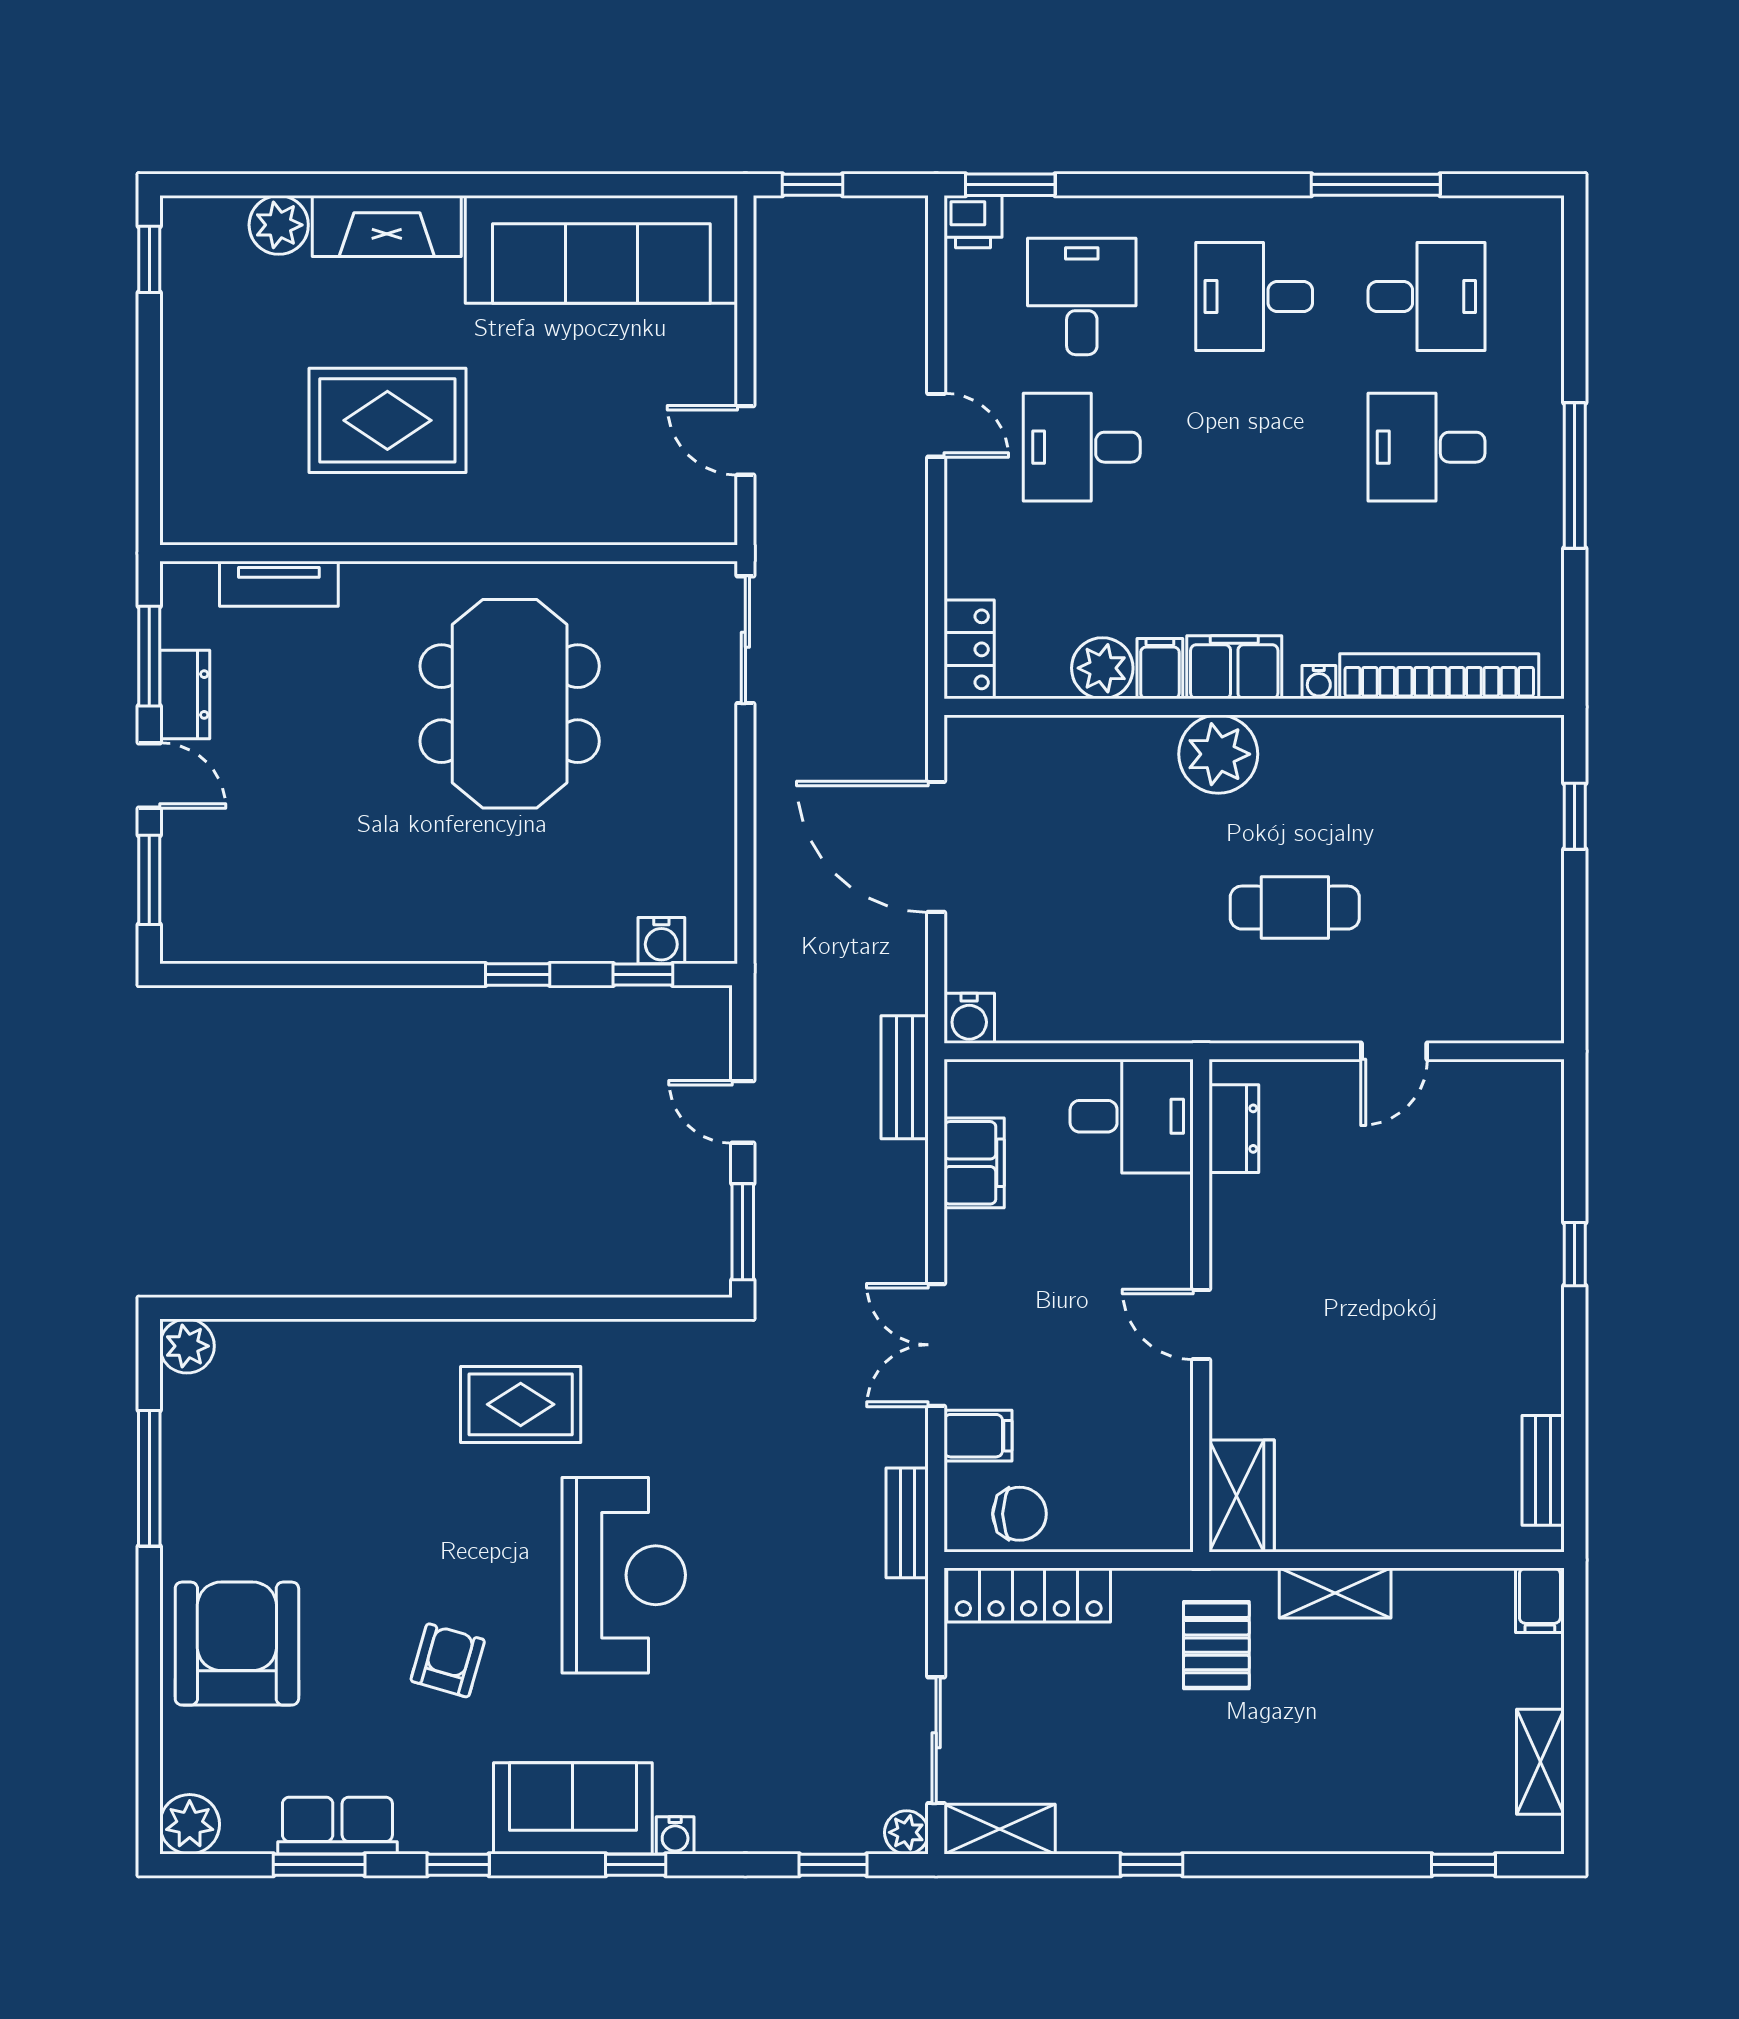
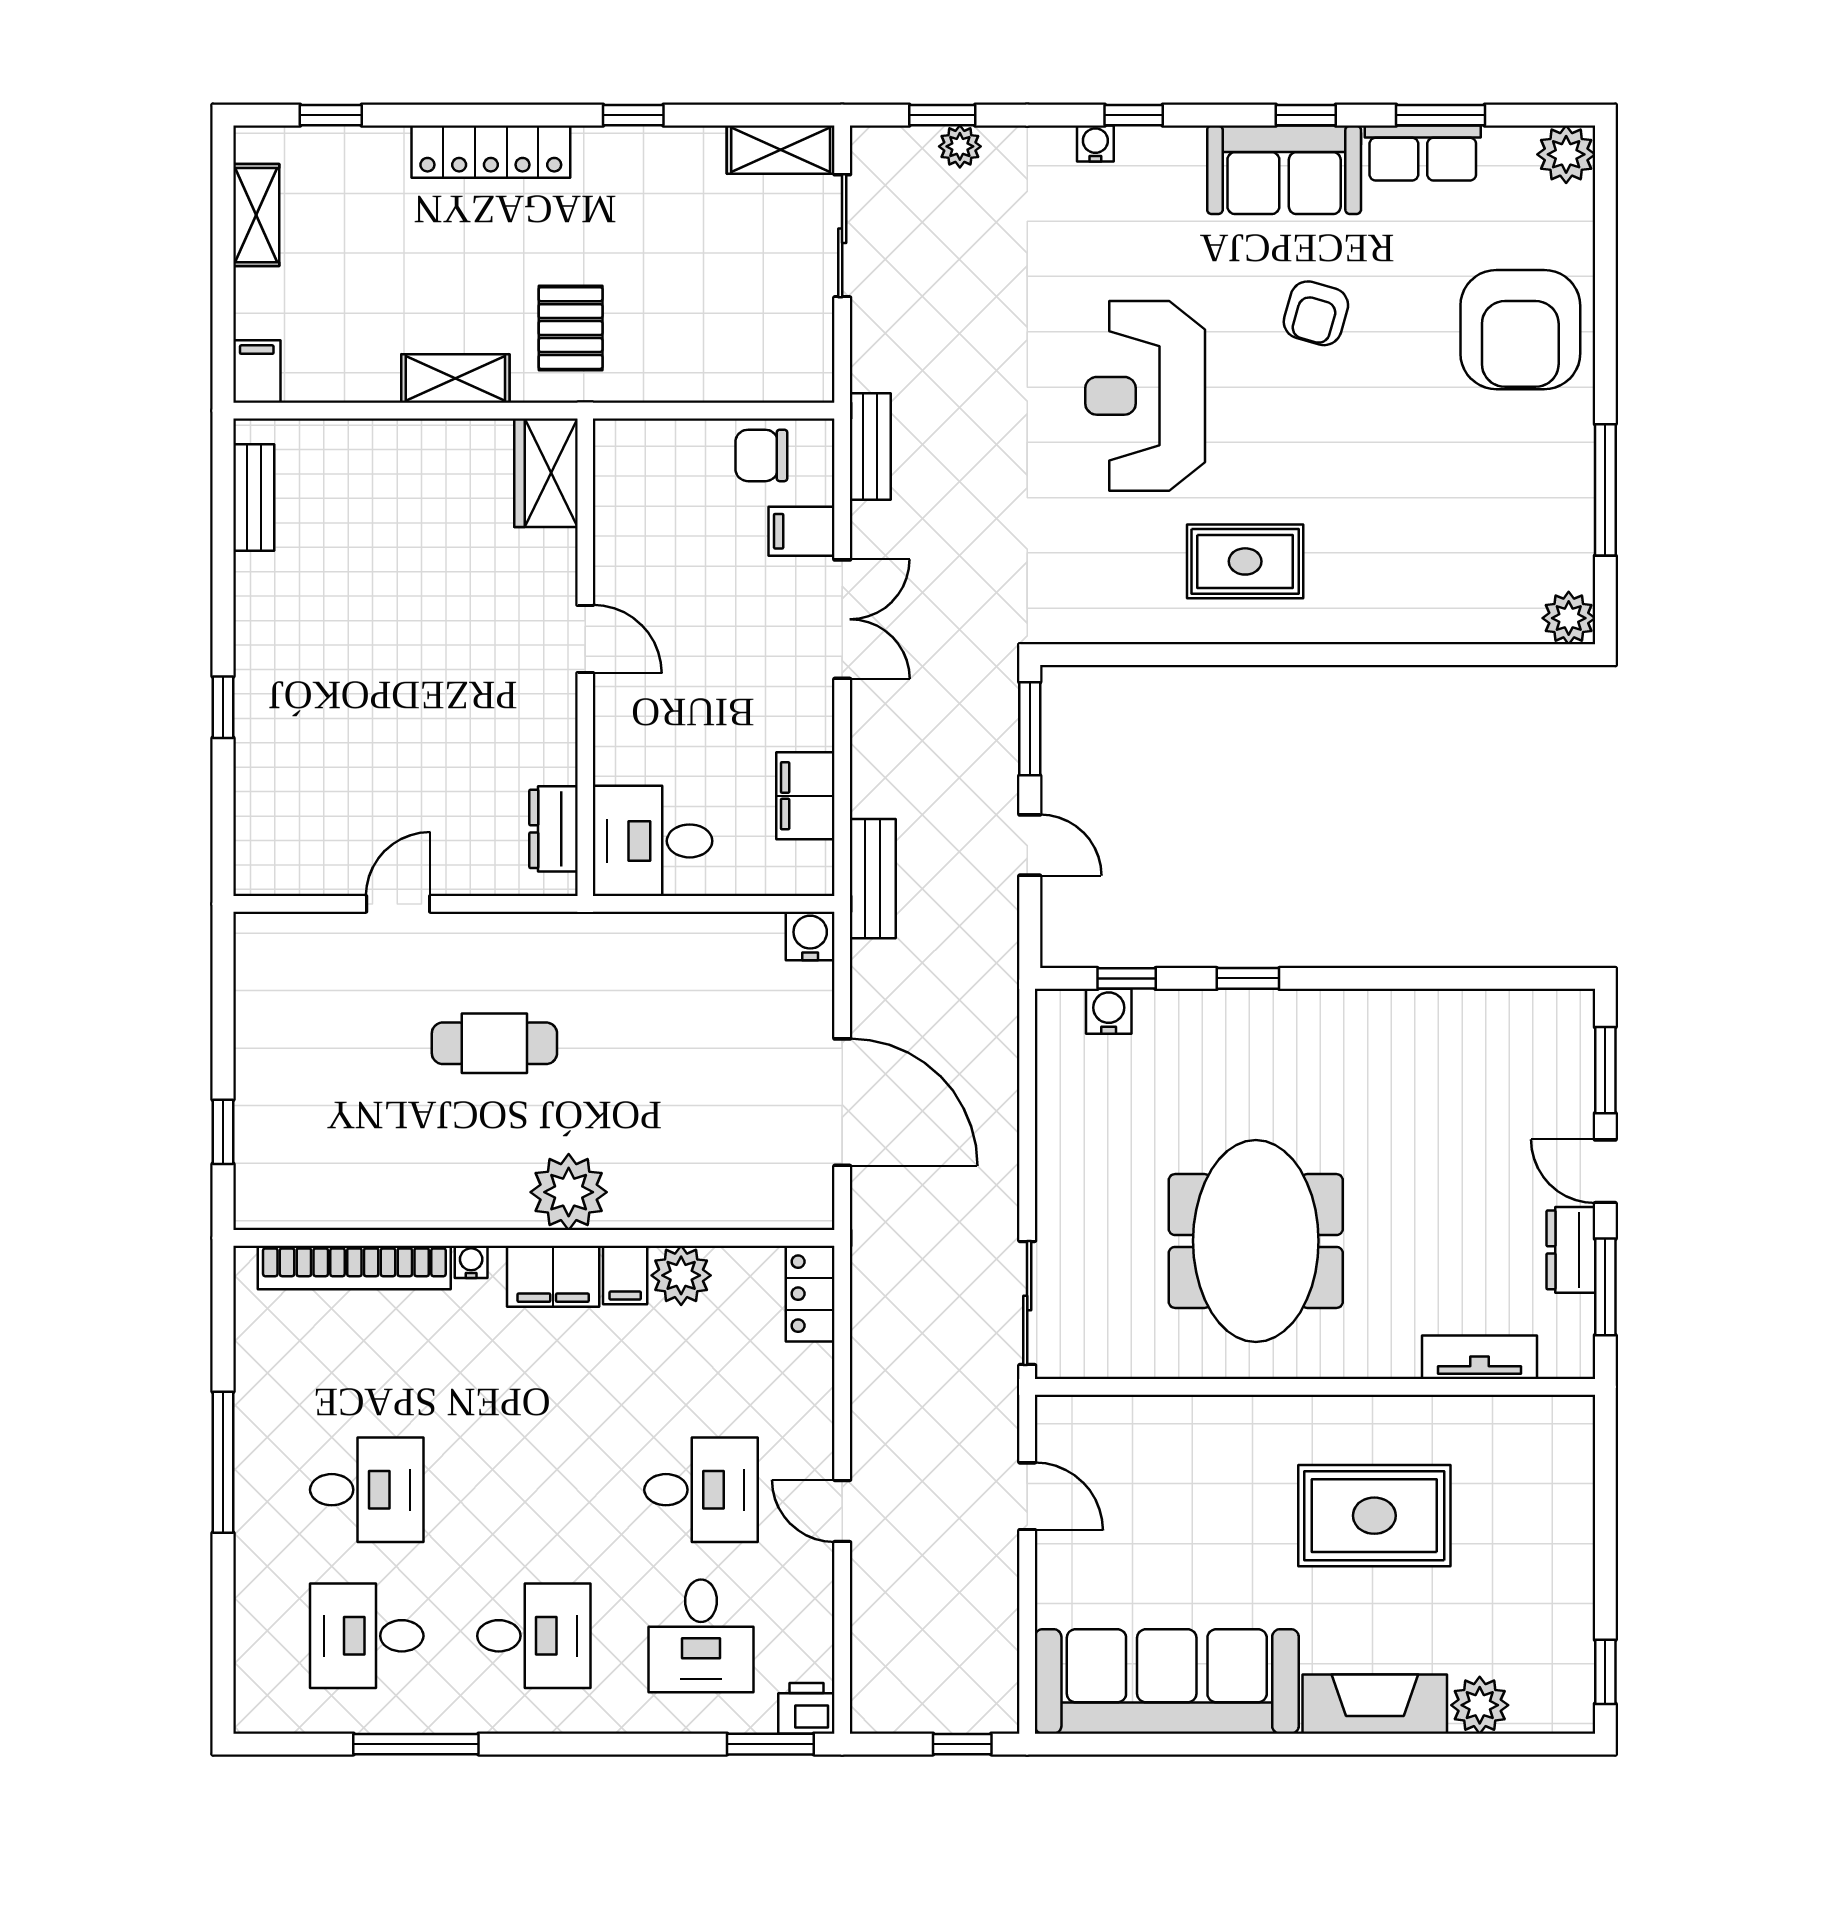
locker: (1029, 1595) -> (491, 152), moved, turned 180
sofa: (573, 1808) -> (1284, 170), moved
plant: (906, 1832) -> (960, 146), moved

